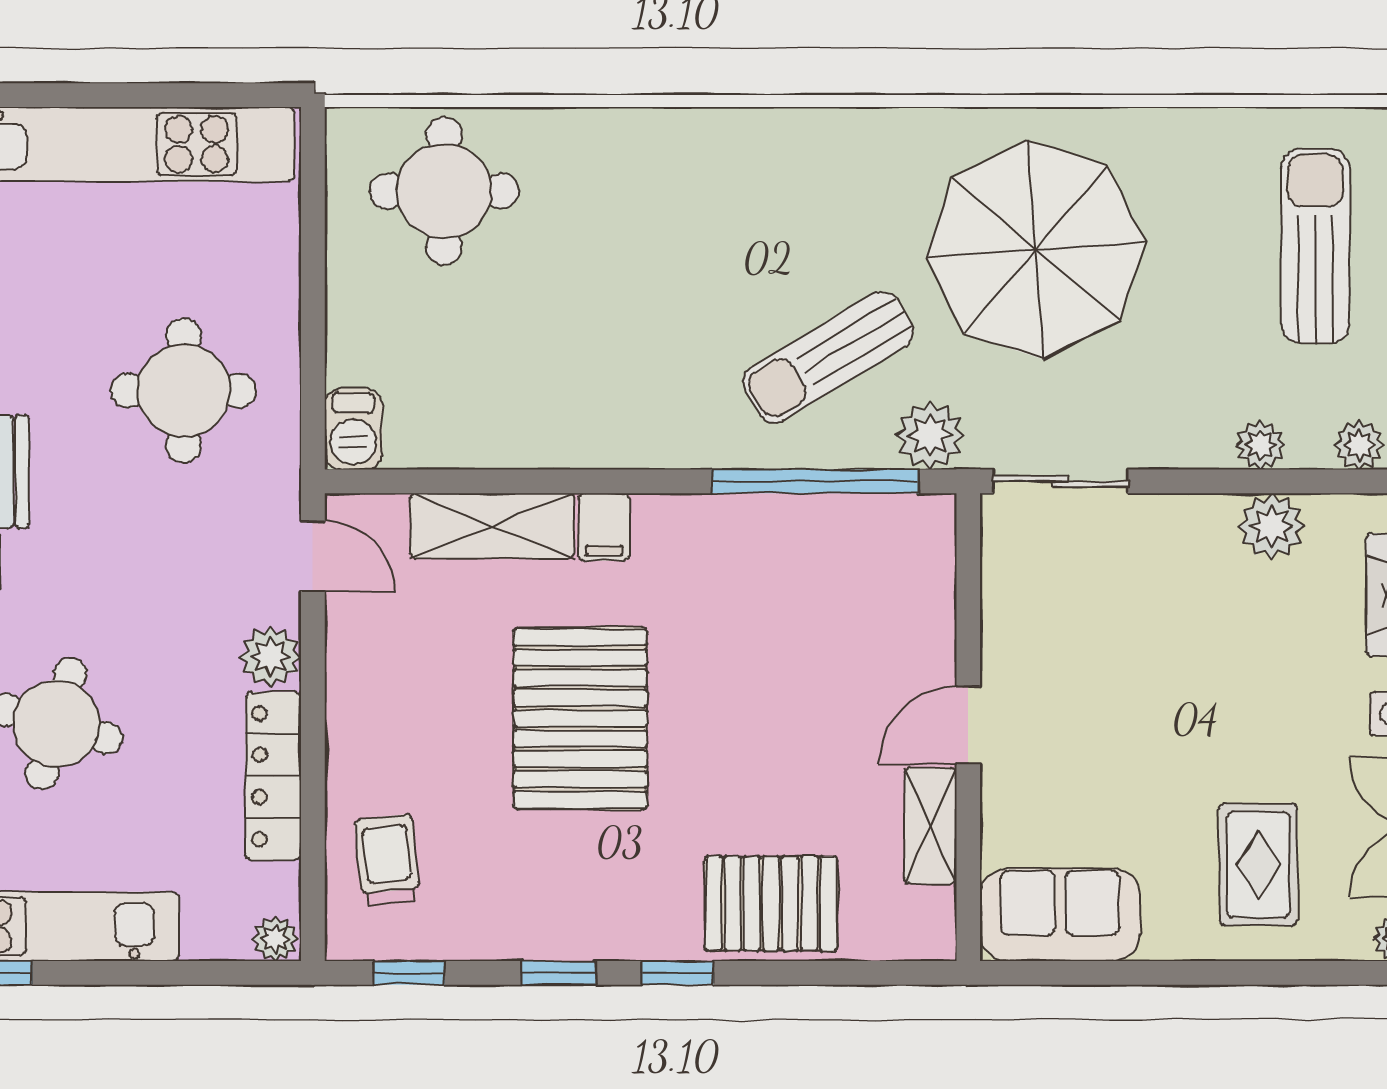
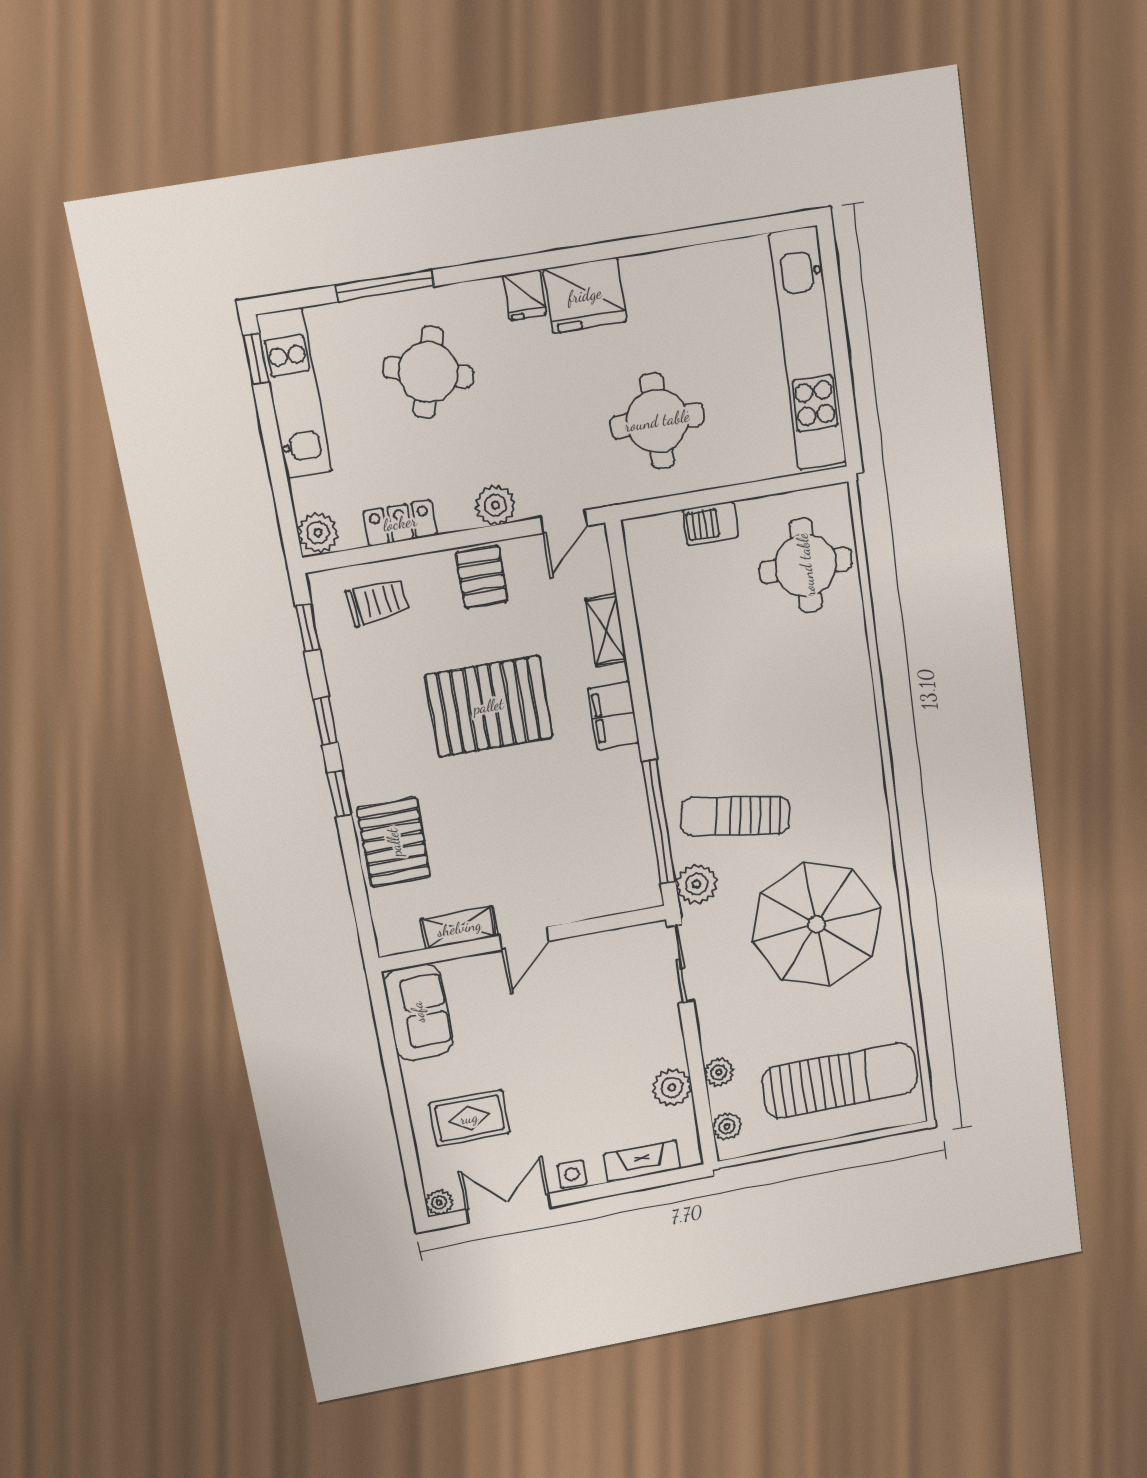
sun lounger: (1315, 246) -> (840, 1080), width x1.36, depth x1.34
sun lounger: (828, 357) -> (735, 816), turned -49
barbecue: (353, 429) -> (710, 523), moved
shelving: (492, 526) -> (606, 630), width x0.67, depth x0.75
filing cabinet: (604, 527) -> (614, 716), width x2.00
pallet: (376, 696) -> (482, 577), added
door: (968, 725) -> (524, 938), swing flipped
locker: (273, 776) -> (400, 523), width x0.66
plant: (275, 939) -> (318, 533), width x1.38, depth x1.38

